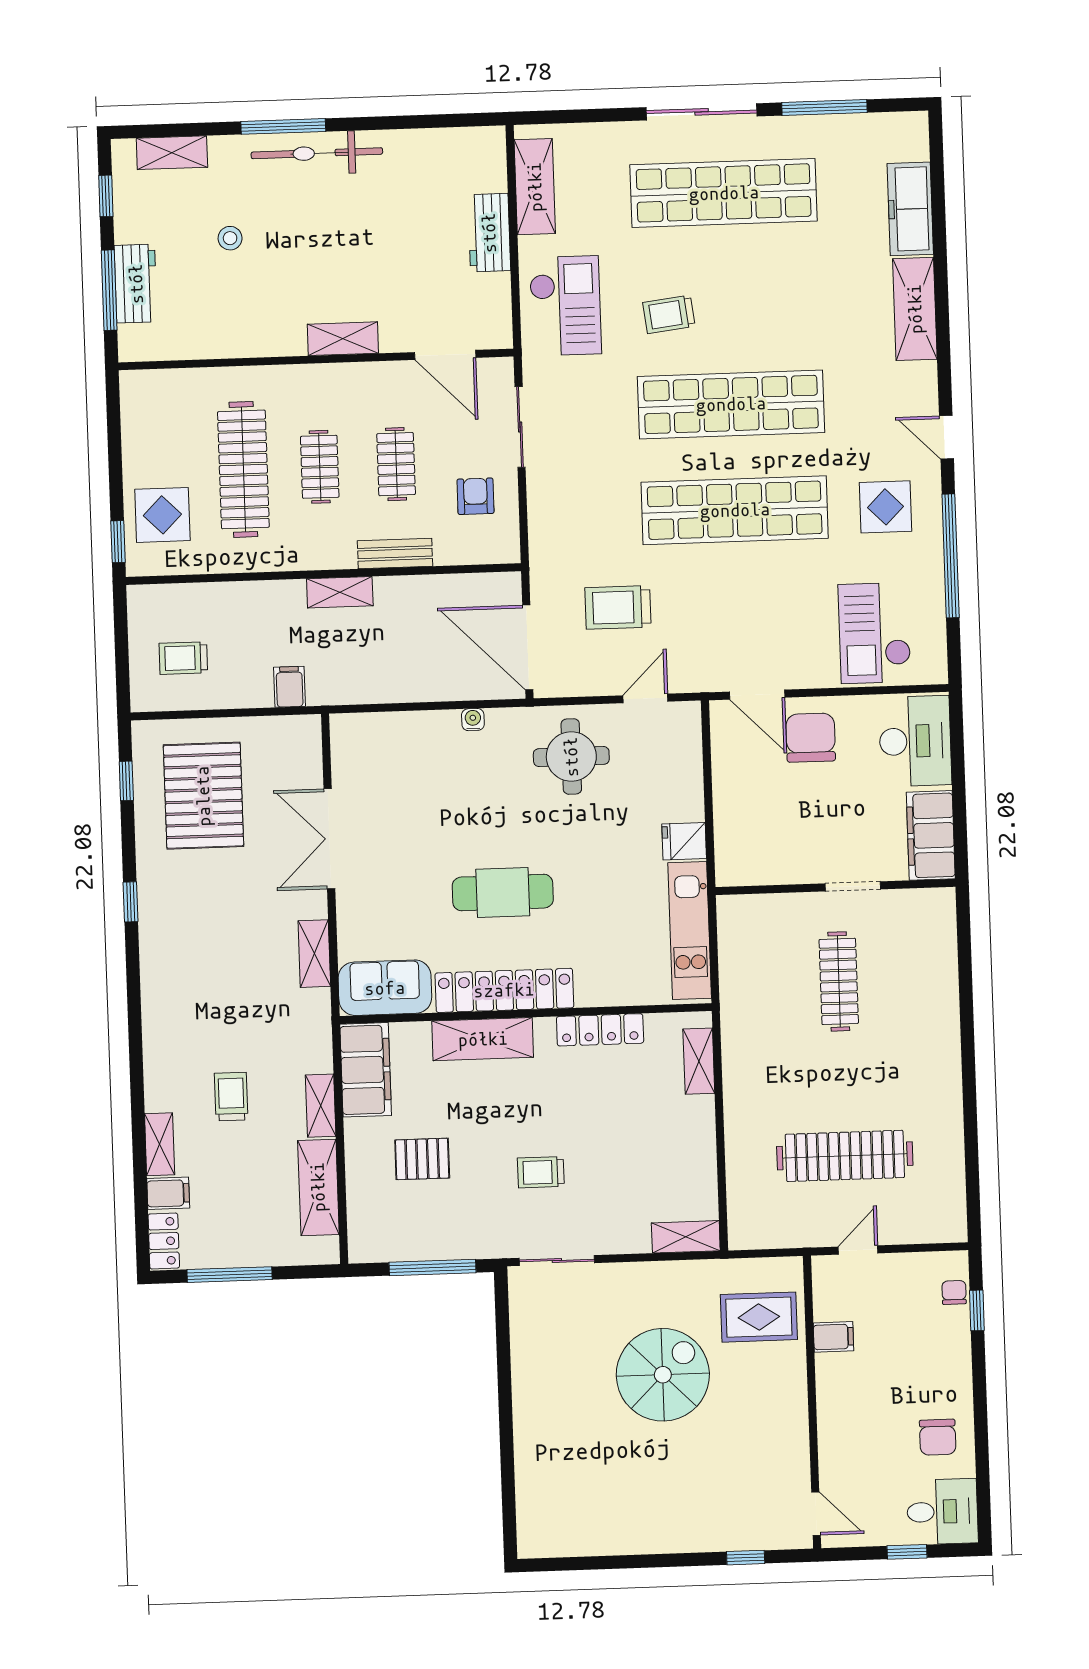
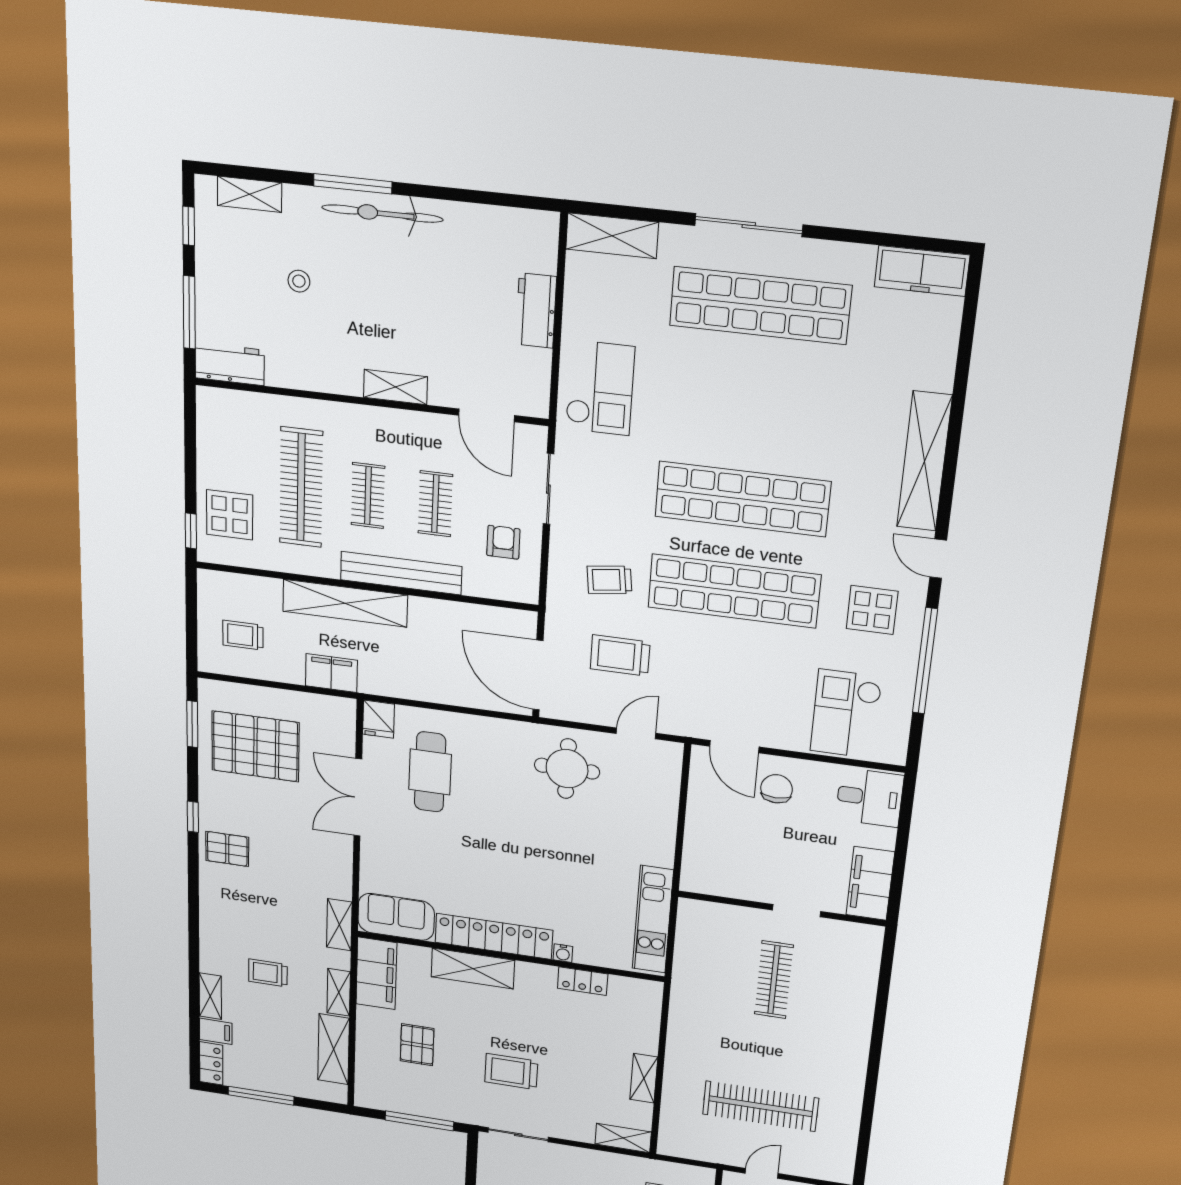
window: (824, 108) -> (869, 238), removed
shelving: (535, 187) -> (612, 236), moved, turned 90
freezer: (910, 209) -> (922, 271), moved, turned -90
workbench: (136, 284) -> (230, 364), moved, turned -90
shelving: (915, 309) -> (924, 461), width x1.47
trolley: (669, 314) -> (609, 580), moved
bench: (395, 553) -> (401, 573), width x1.86, depth x1.21
shelving: (340, 592) -> (345, 603), width x2.20, depth x1.33
filing cabinet: (290, 687) -> (331, 673), width x2.00
water cooler: (473, 720) -> (563, 953), moved, turned 180
chair: (811, 738) -> (777, 789), width x0.73, depth x0.73
desk: (915, 741) -> (870, 797), width x0.73
window: (126, 781) -> (192, 724), width x1.50
pallet: (203, 796) -> (255, 746), turned 90
fridge: (684, 841) -> (378, 719), moved, turned -90
cafe table: (503, 893) -> (430, 772), moved, turned 90
pallet: (174, 937) -> (227, 849), added
shelving: (314, 954) -> (339, 925), moved
locker: (600, 1030) -> (583, 981), width x0.66
shelving: (699, 1061) -> (644, 1078), moved
trolley: (231, 1097) -> (268, 973), turned -90
pallet: (422, 1159) -> (417, 1045), turned 90
trolley: (541, 1172) -> (511, 1072), width x1.36, depth x1.39

